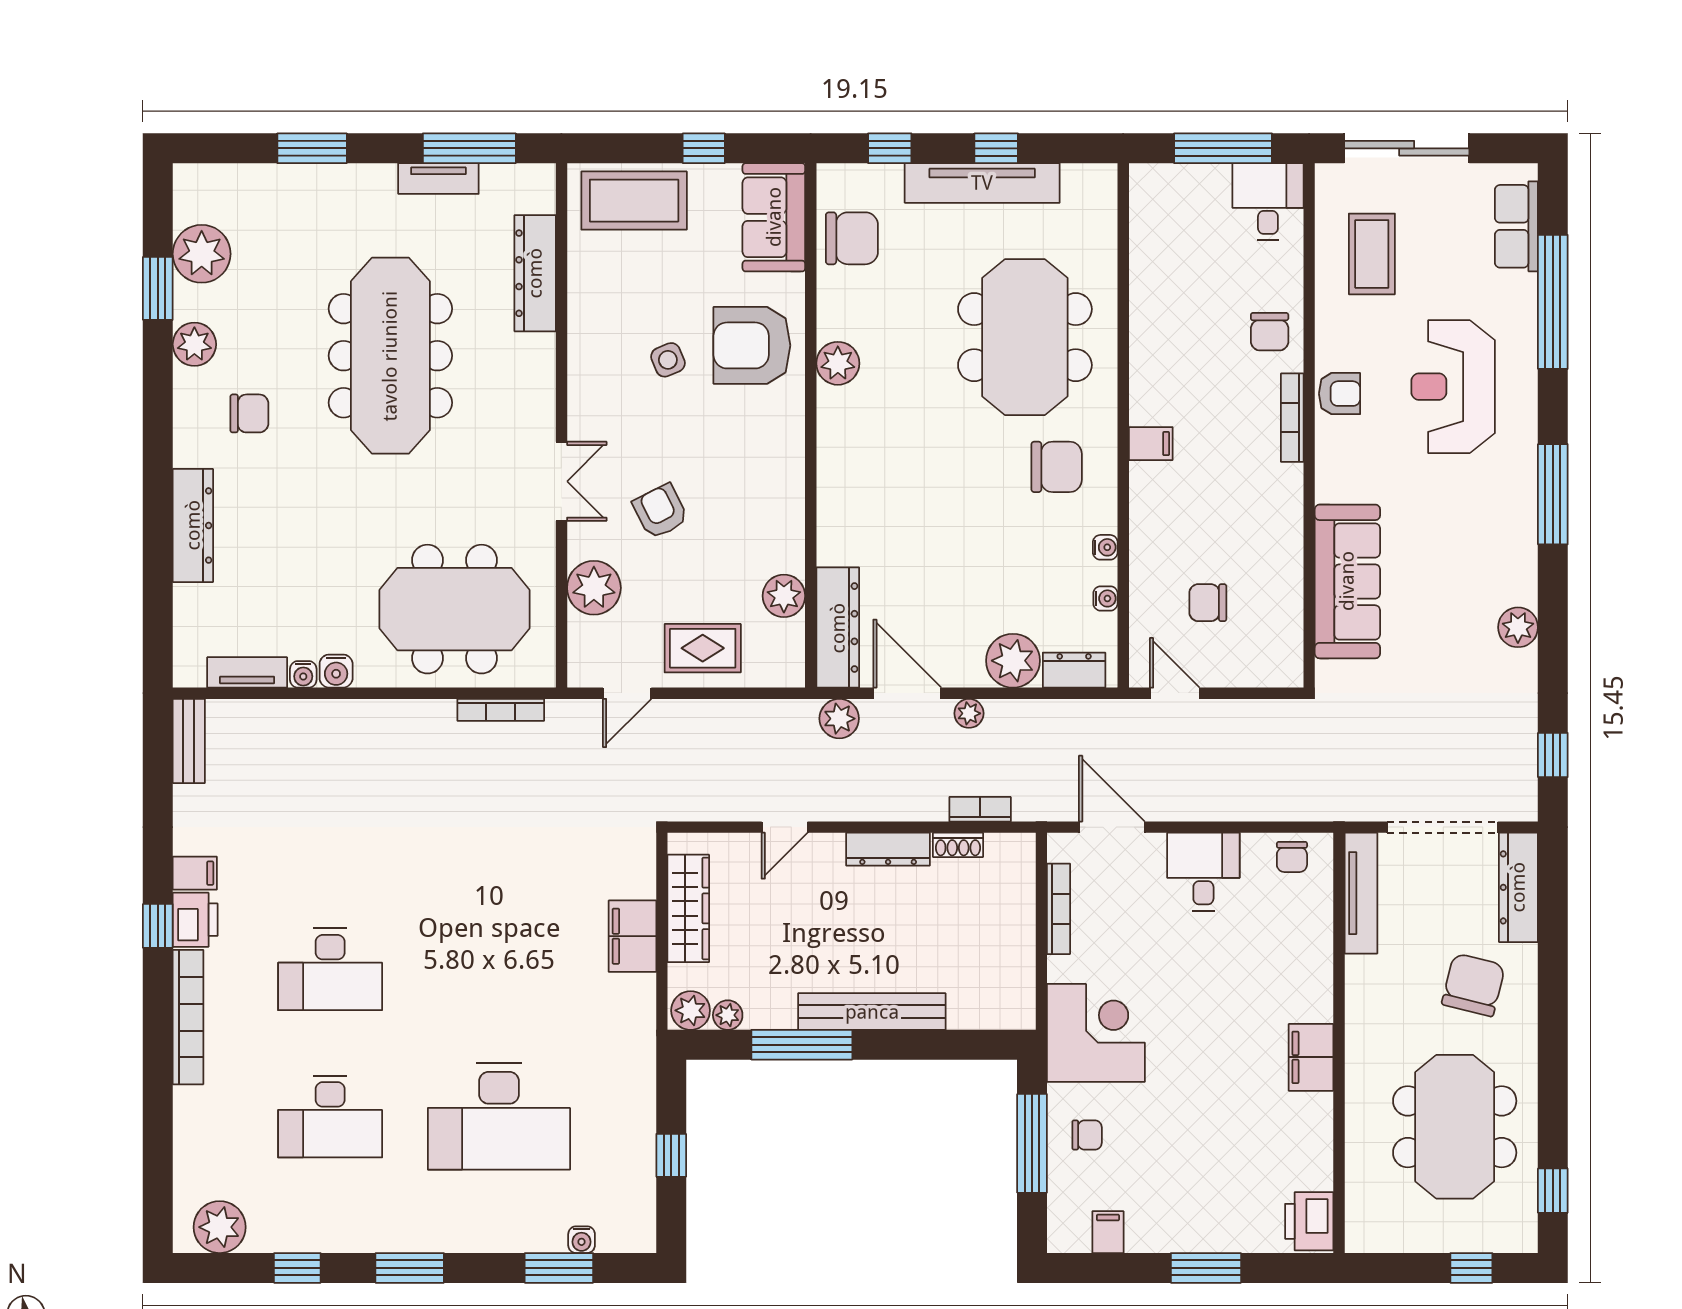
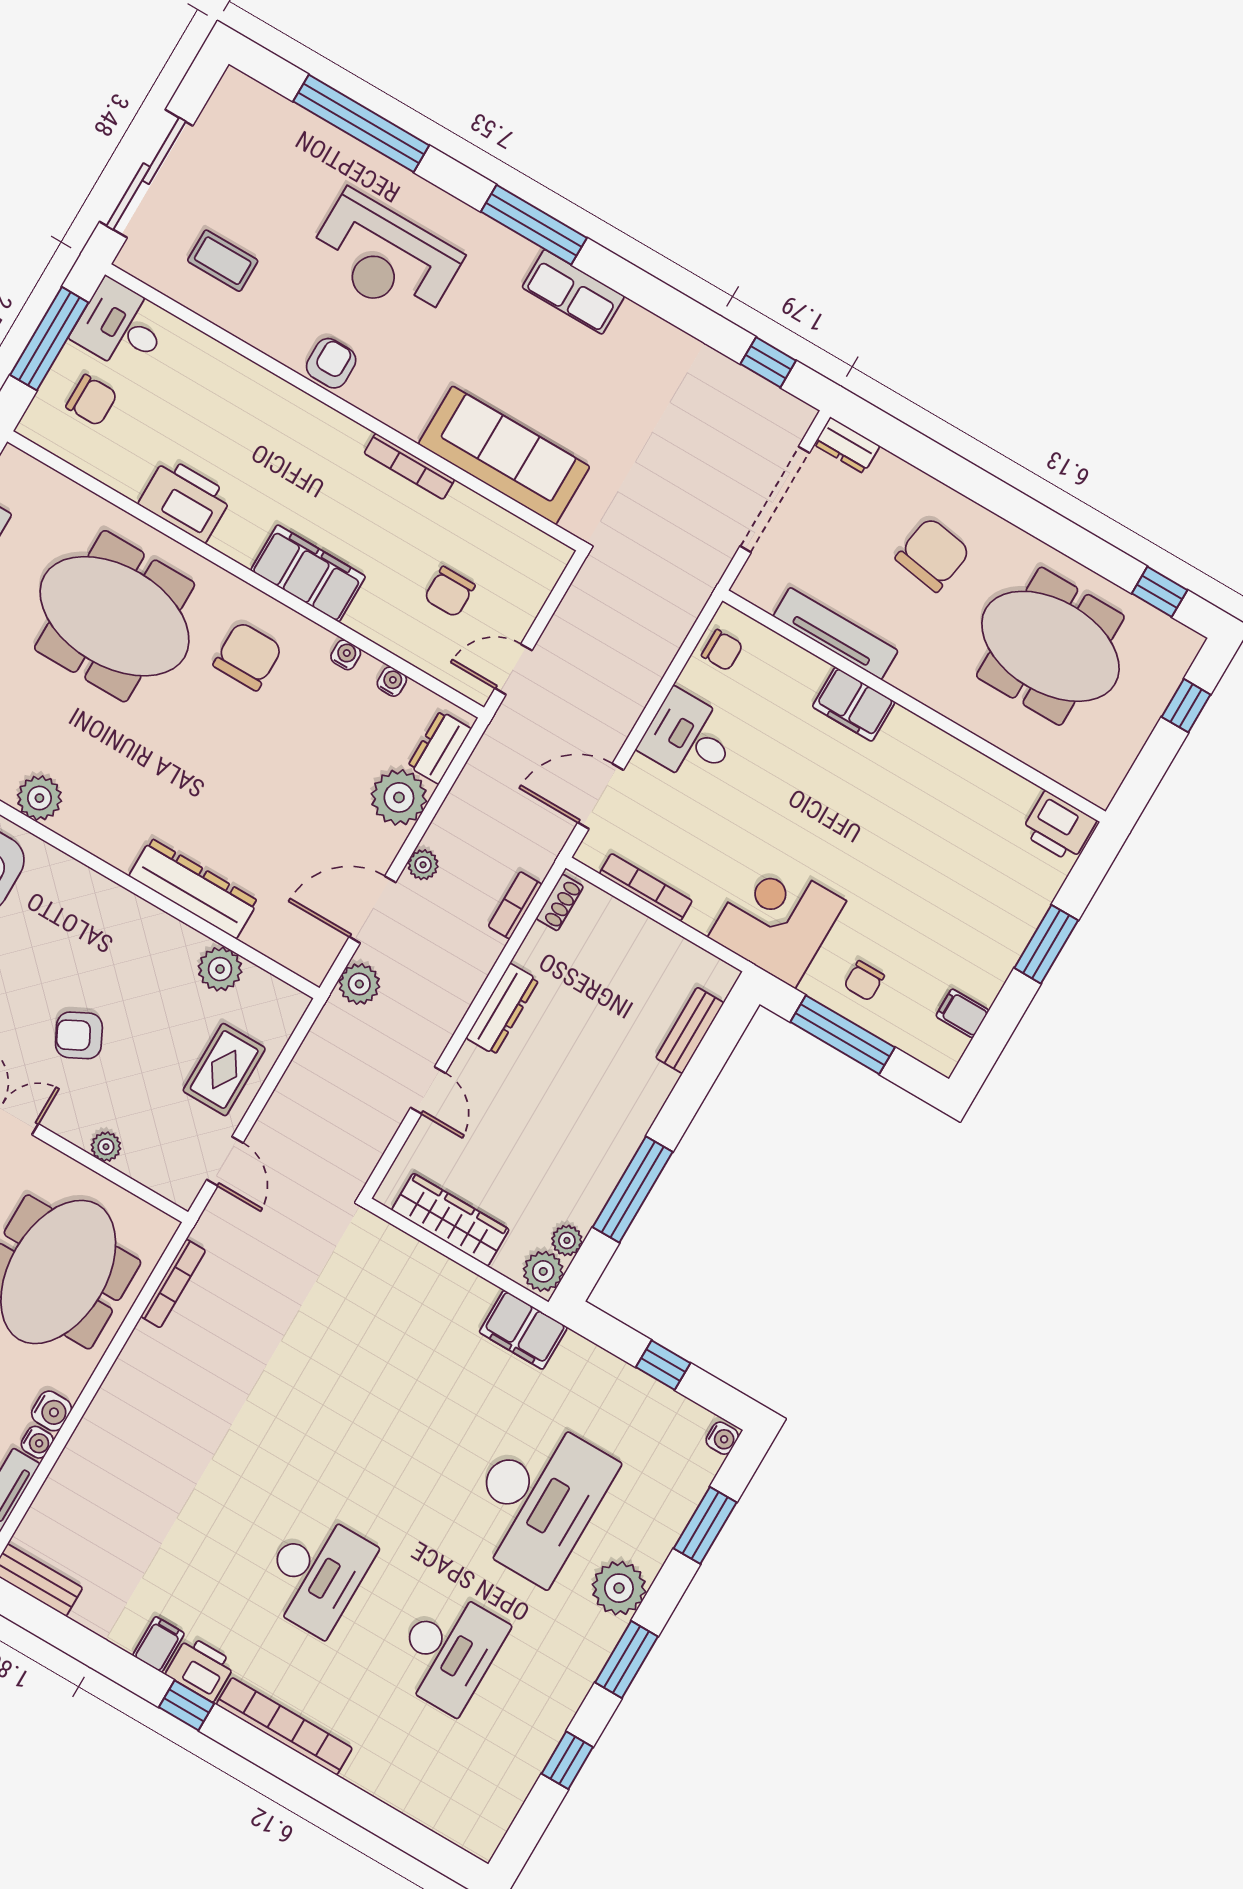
row of seats: (1516, 226) -> (573, 292), moved
coffee table: (1372, 254) -> (223, 261), width x0.73, depth x0.77
chair: (1270, 332) -> (92, 400), moved
printer: (1156, 339) -> (186, 500), added
bookcase: (1292, 418) -> (409, 466), moved
filing cabinet: (1151, 444) -> (308, 573), width x3.00, depth x1.17
plant: (594, 588) -> (106, 1147), width x0.53, depth x0.53
plant: (1518, 627) -> (635, 326), removed
dresser: (838, 628) -> (194, 889), moved
shoe rack: (958, 845) -> (560, 902), moved
dresser: (1518, 887) -> (847, 445), width x0.51, depth x0.80
tv unit: (1361, 893) -> (836, 633), moved
filing cabinet: (633, 936) -> (523, 1330), moved
chair: (1473, 985) -> (933, 555), turned 85
bench: (872, 1012) -> (690, 1030), moved, width x0.54, depth x0.82
filing cabinet: (1311, 1057) -> (854, 704), moved
chair: (1087, 1135) -> (864, 981), turned 180
plant: (220, 1227) -> (619, 1588), moved
water cooler: (582, 1240) -> (722, 1438), moved

